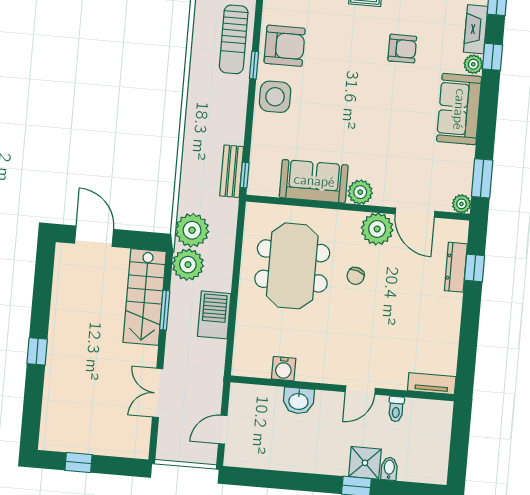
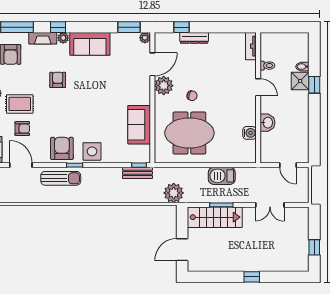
plant: (360, 192) -> (143, 97), removed
plant: (188, 265) -> (194, 194), removed
dresser: (456, 267) -> (194, 38), moved

